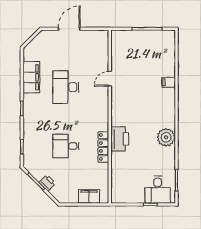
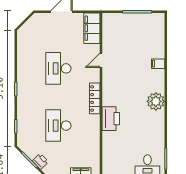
filing cabinet: (31, 77) -> (92, 28), moved, turned 180
plant: (166, 137) -> (156, 101), moved
desk: (66, 146) -> (58, 126), width x1.37
locker: (103, 147) -> (95, 98), moved

